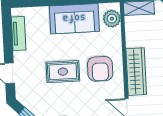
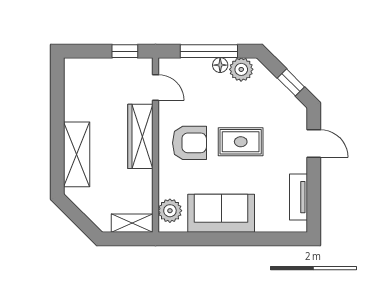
armchair: (100, 69) -> (189, 143), turned 90

